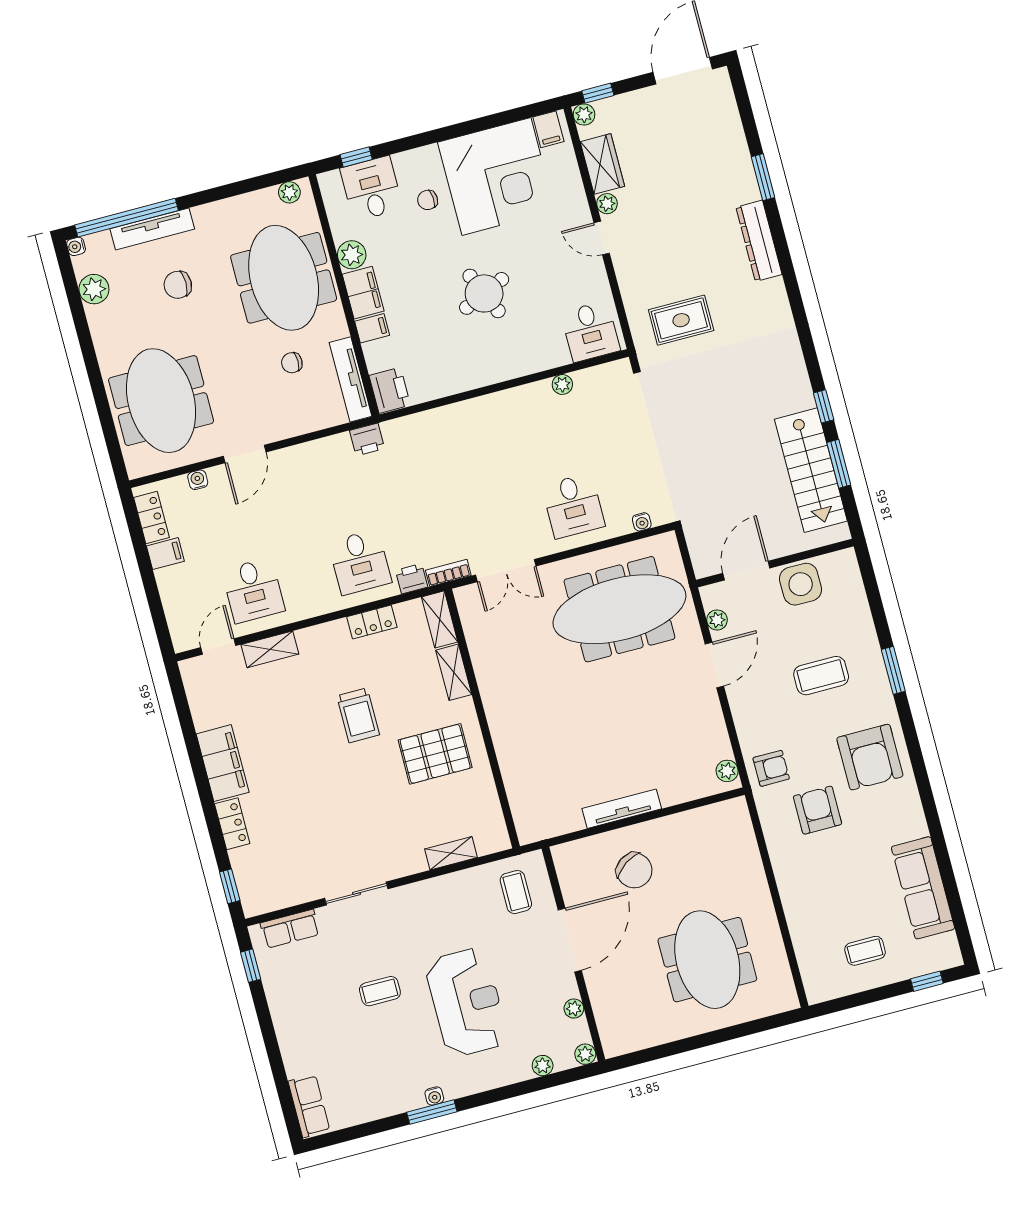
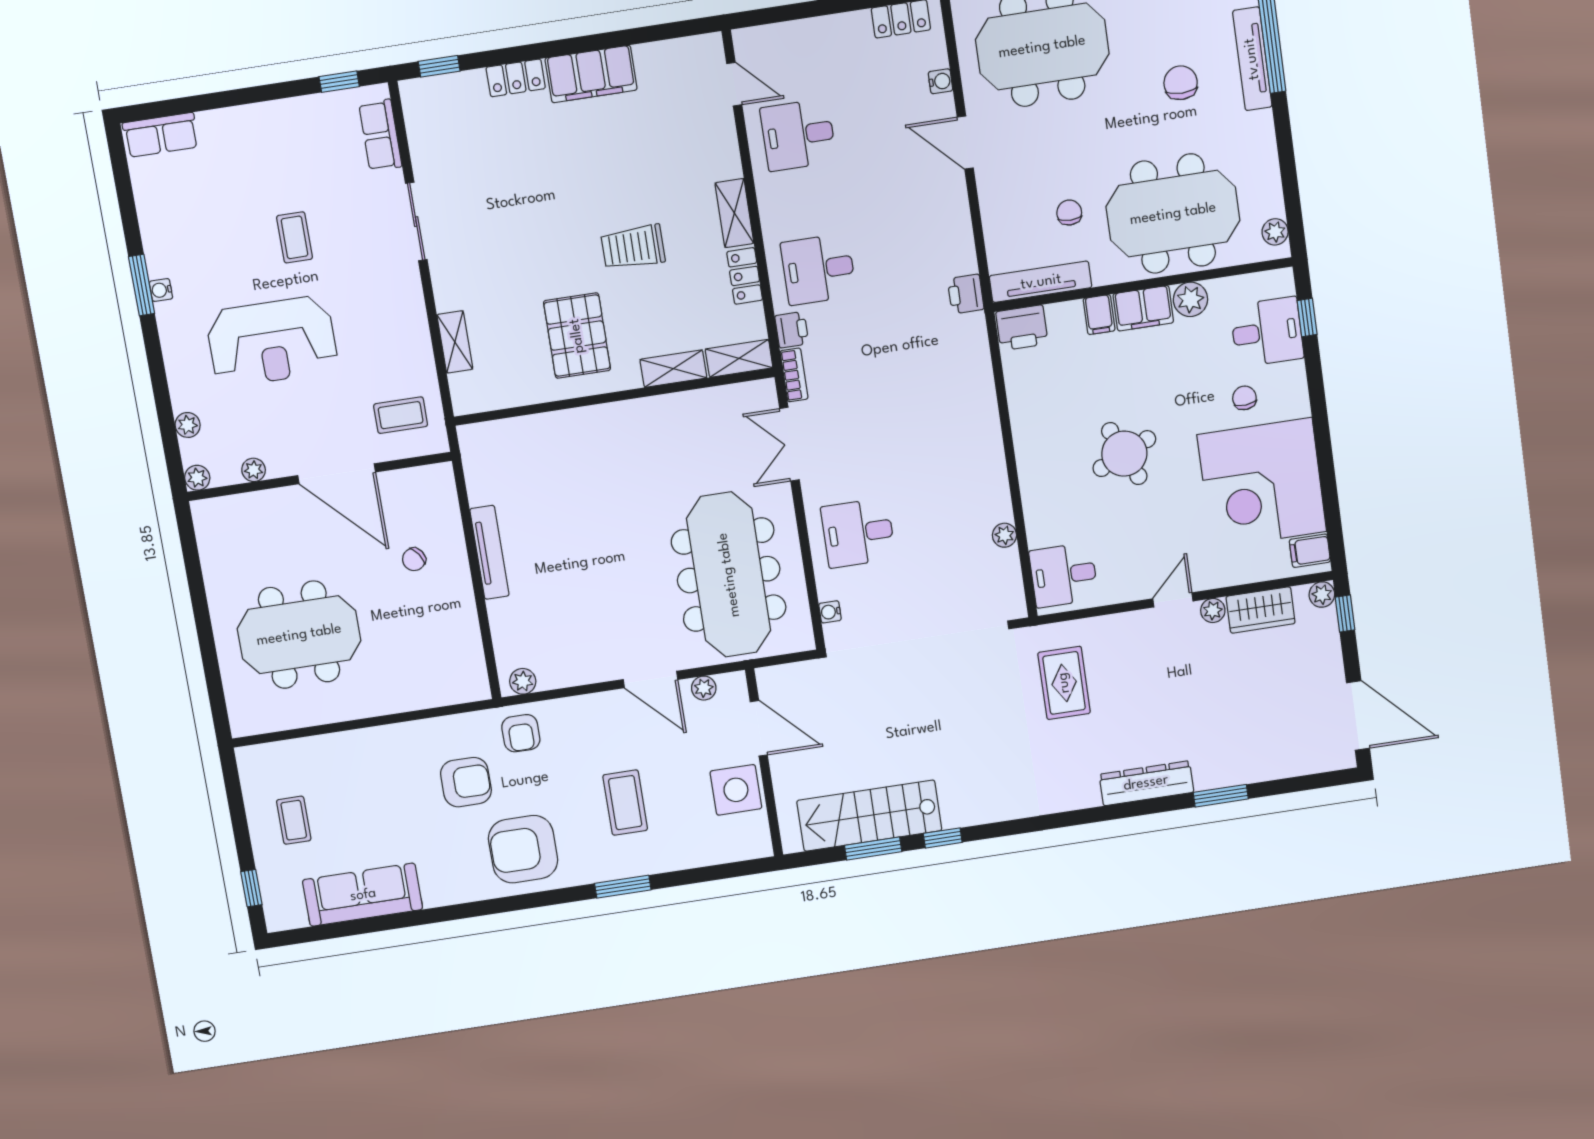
filing cabinet: (165, 554) -> (855, 31), removed
shelving: (270, 649) -> (734, 213), moved
chair: (634, 870) -> (414, 559), width x0.54, depth x0.54

